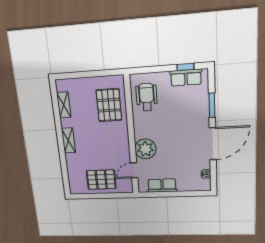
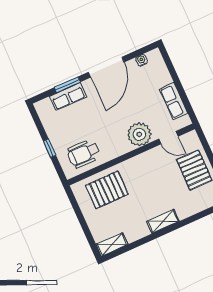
window: (185, 67) -> (49, 148), moved
row of seats: (186, 78) -> (68, 96), moved, turned 90
shelving: (64, 105) -> (112, 244), moved
door: (213, 144) -> (106, 67), swing flipped

